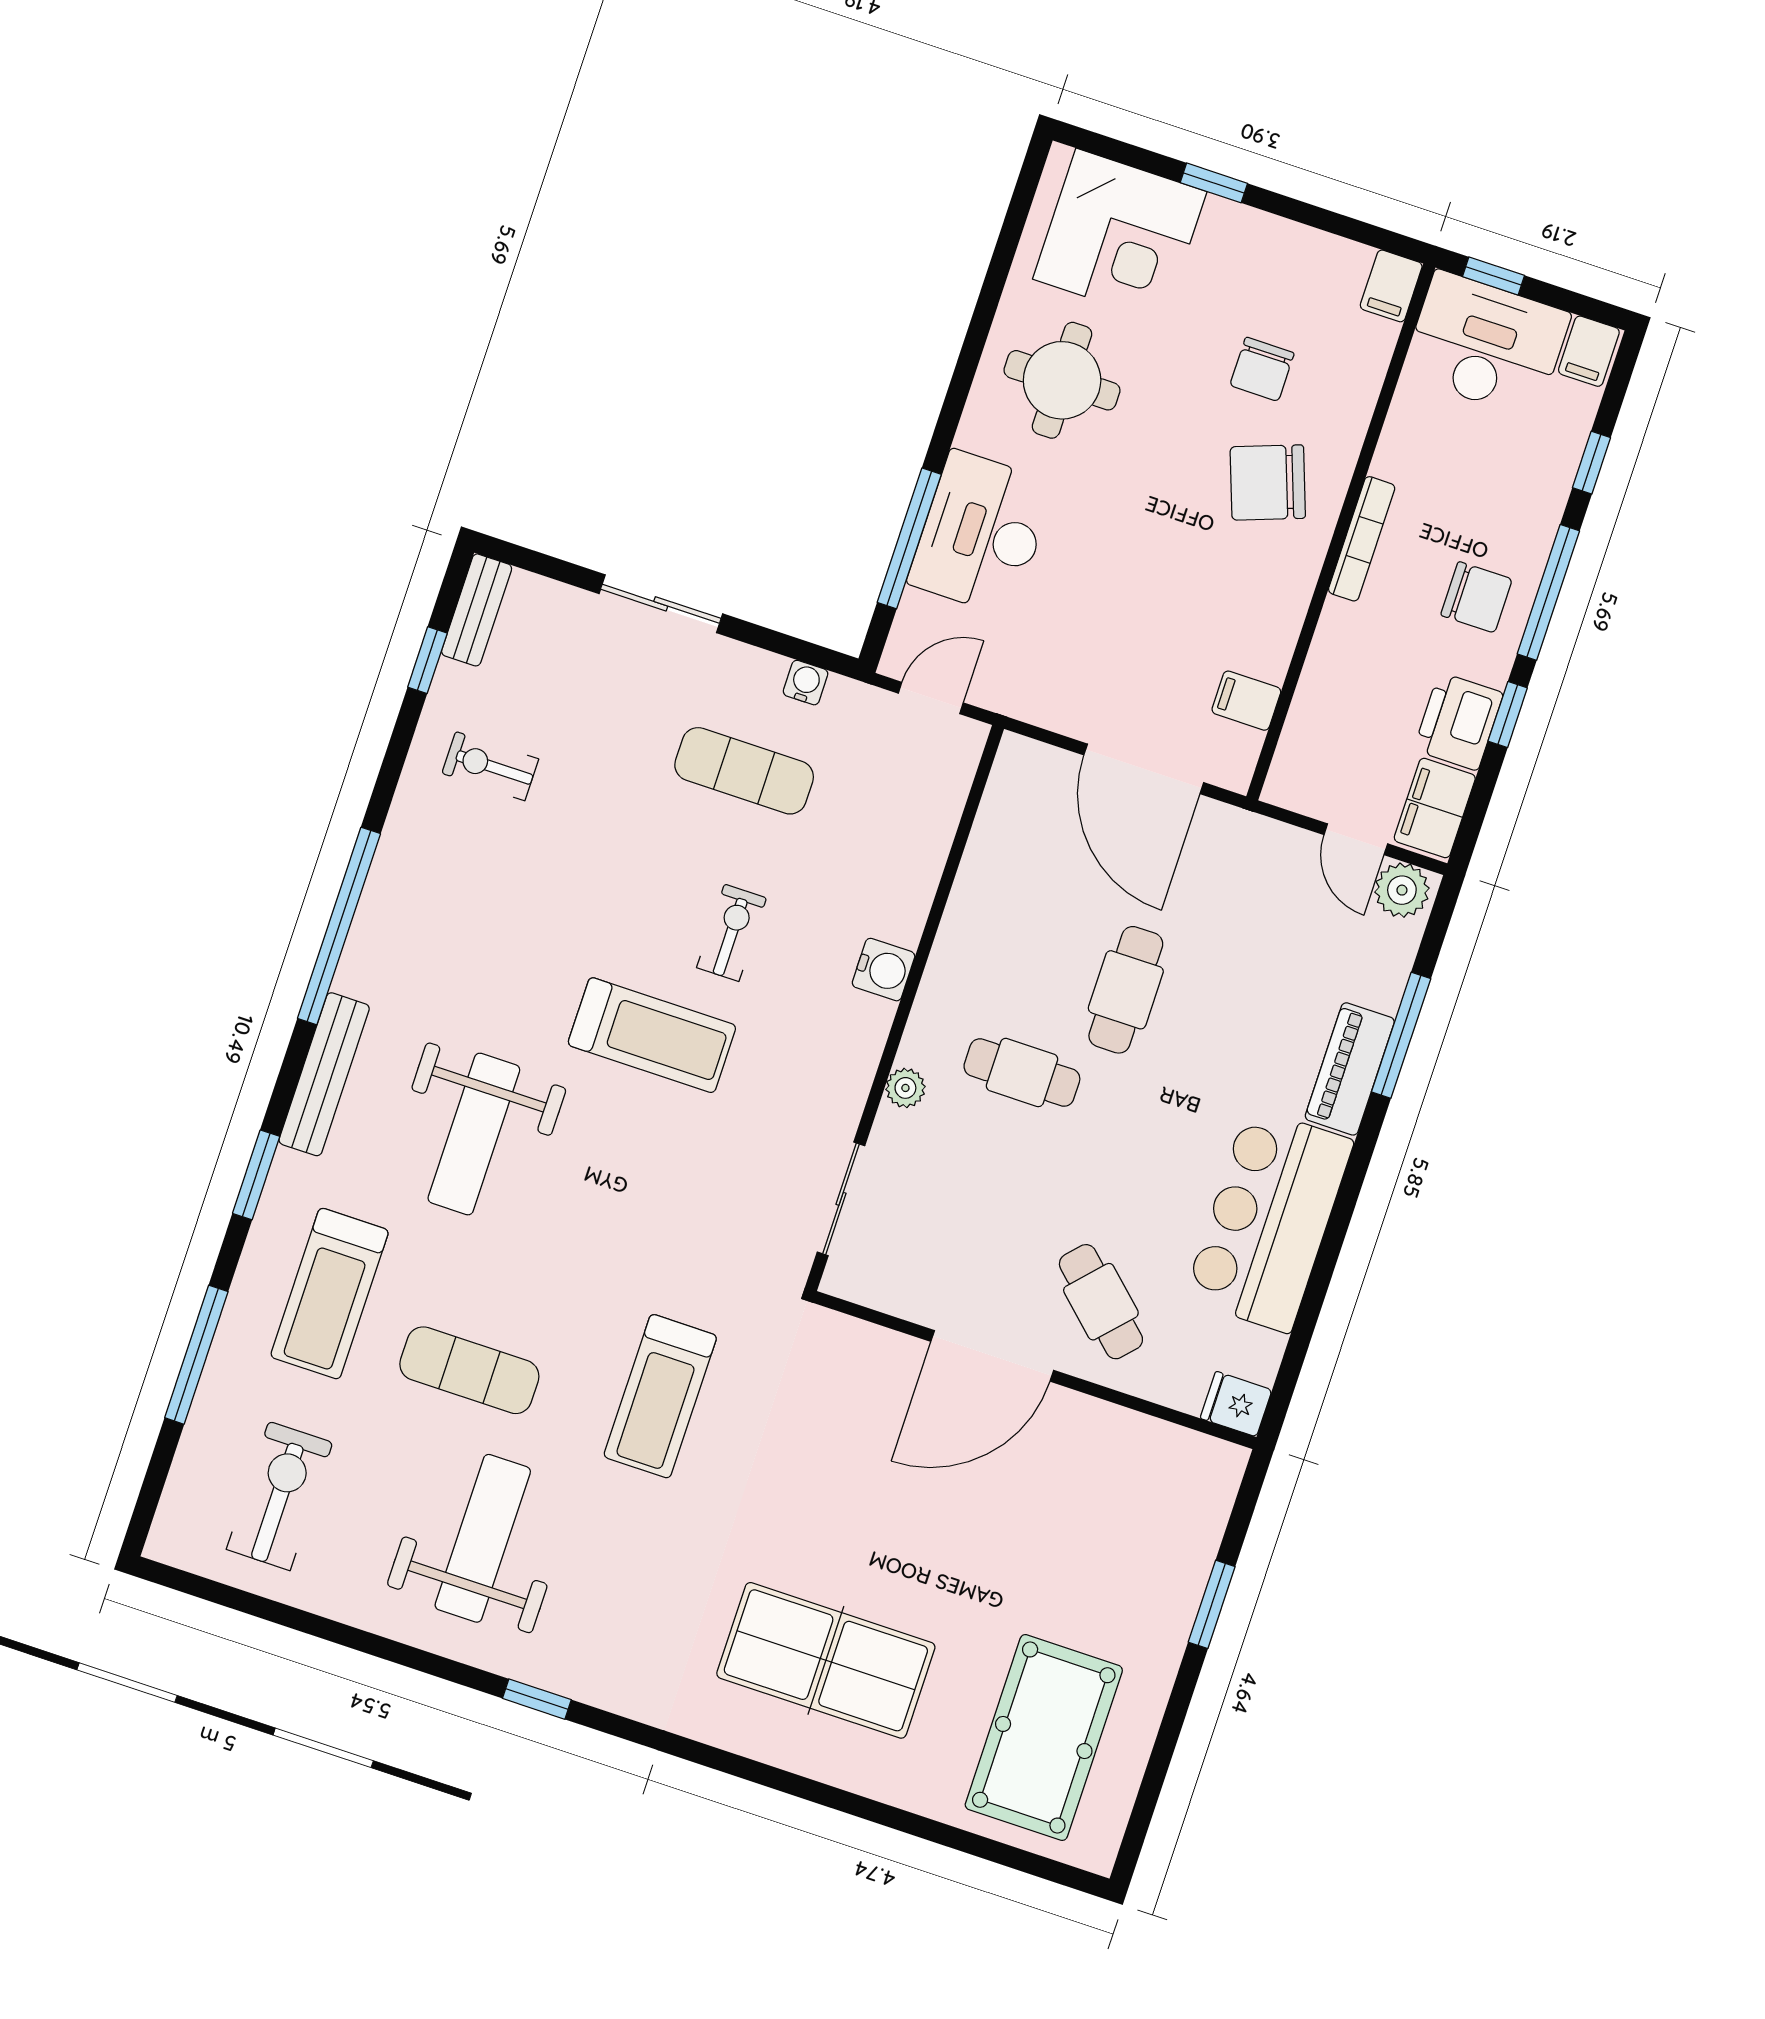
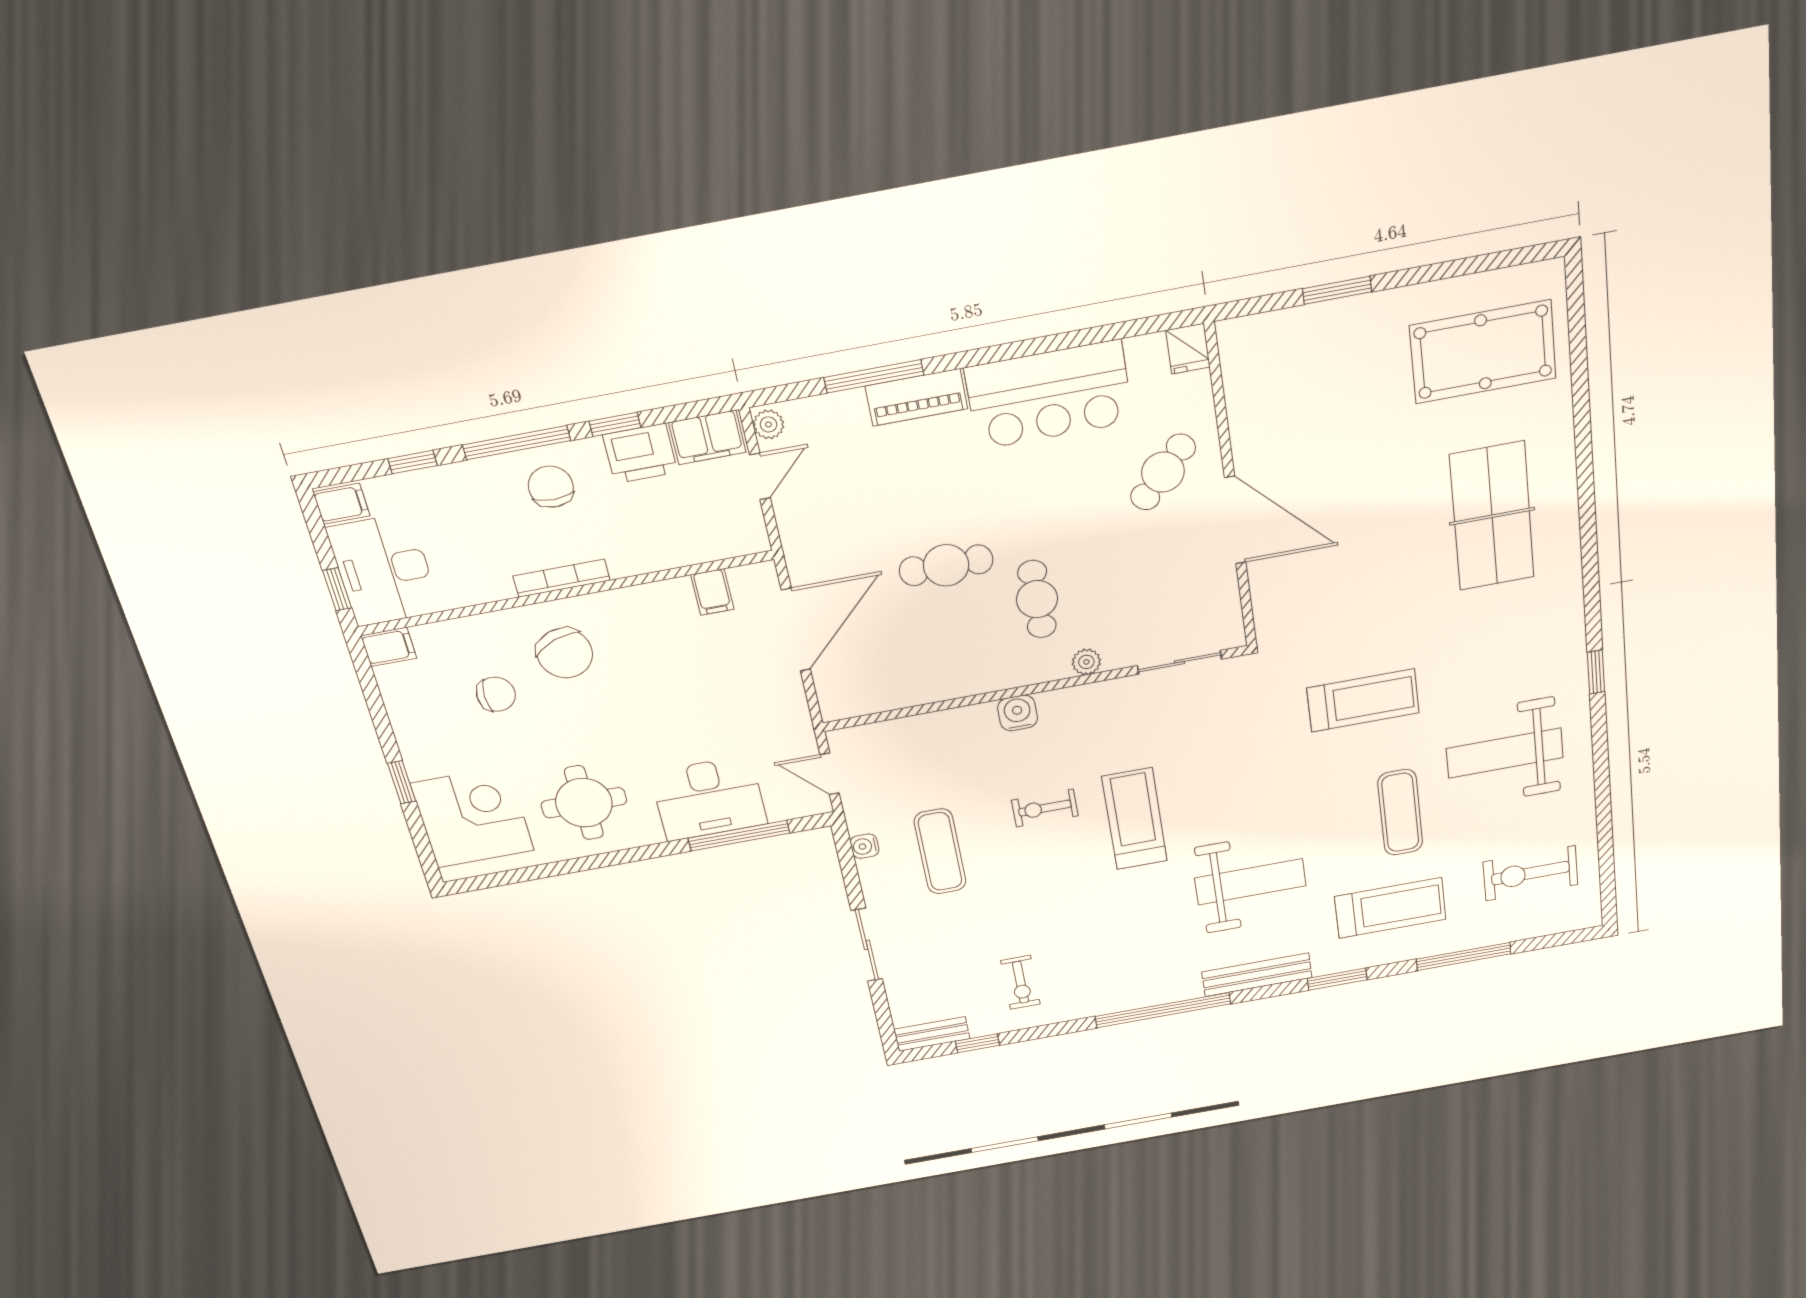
plant: (1402, 890) -> (768, 424), width x0.73, depth x0.73

